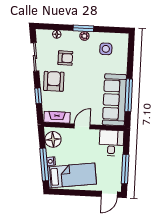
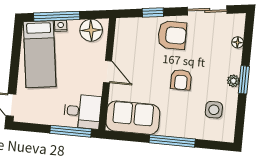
armchair: (65, 58) -> (181, 80), moved
window: (129, 95) -> (172, 141), moved
sofa: (115, 100) -> (133, 118), width x0.73
fireplace: (57, 117) -> (122, 37), removed
window: (125, 169) -> (71, 131), moved

